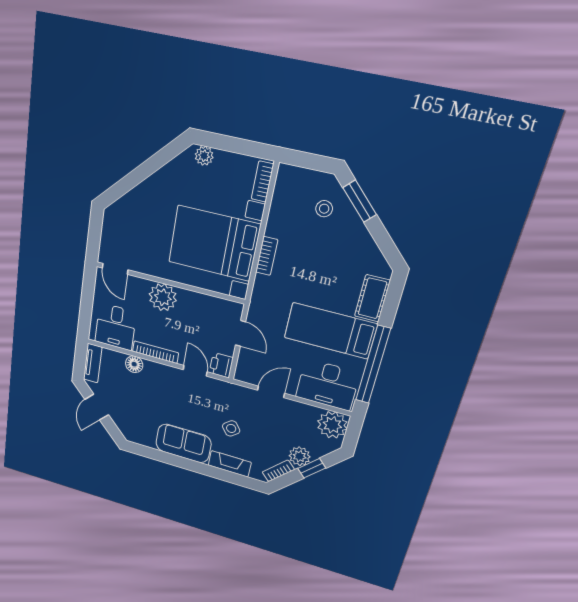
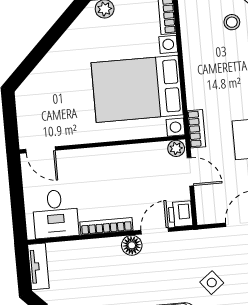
bookcase: (267, 256) -> (196, 129), moved
plant: (163, 297) -> (176, 148), moved, width x0.53, depth x0.53
floor lamp: (134, 364) -> (132, 245), moved
door: (195, 371) -> (155, 231), hinge flipped

